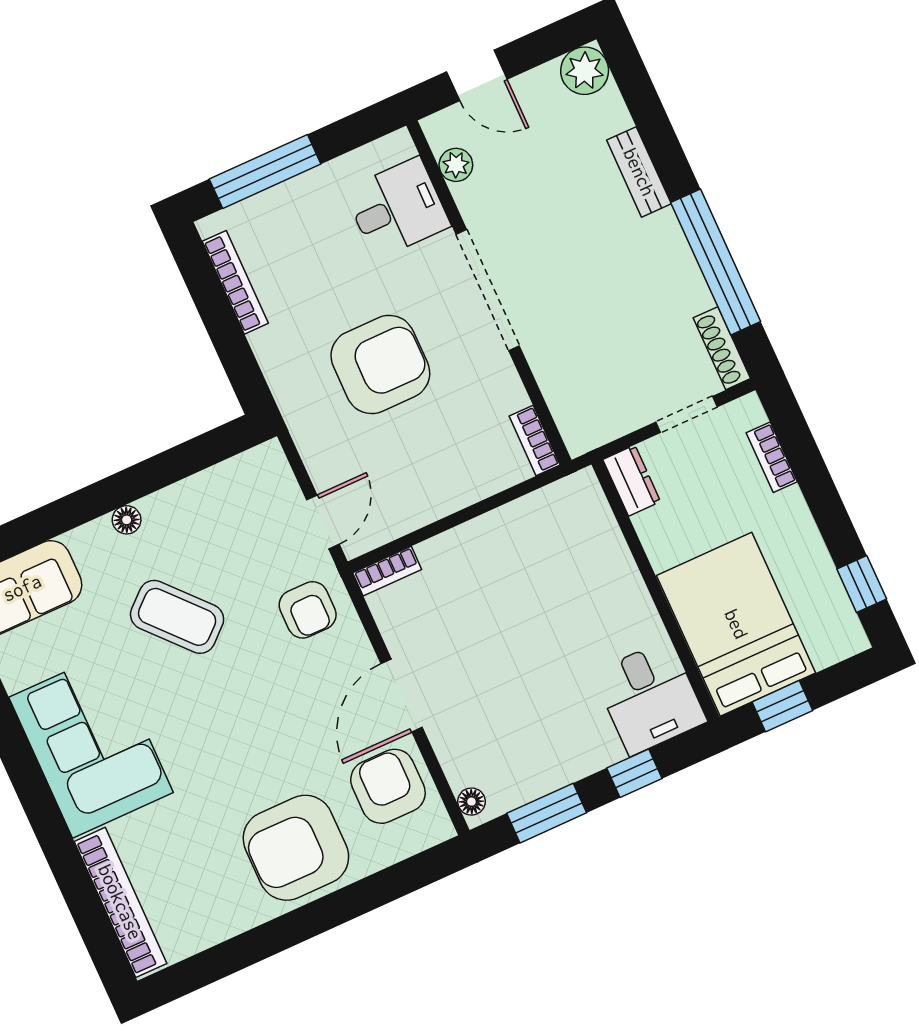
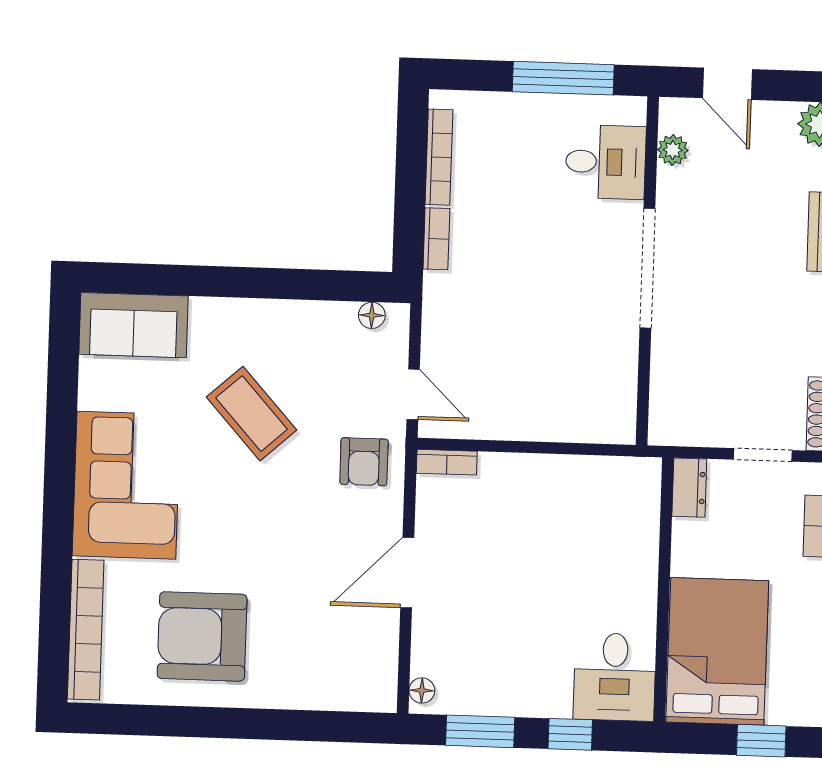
window: (265, 171) -> (563, 78), moved
armchair: (380, 364) -> (527, 286), removed
bookcase: (535, 440) -> (436, 239), moved, turned 180
floor lamp: (127, 520) -> (372, 315), moved
door: (323, 522) -> (413, 394), hinge flipped
window: (782, 706) -> (761, 741), moved
armchair: (388, 786) -> (358, 643), removed
armchair: (296, 848) -> (202, 636), moved

